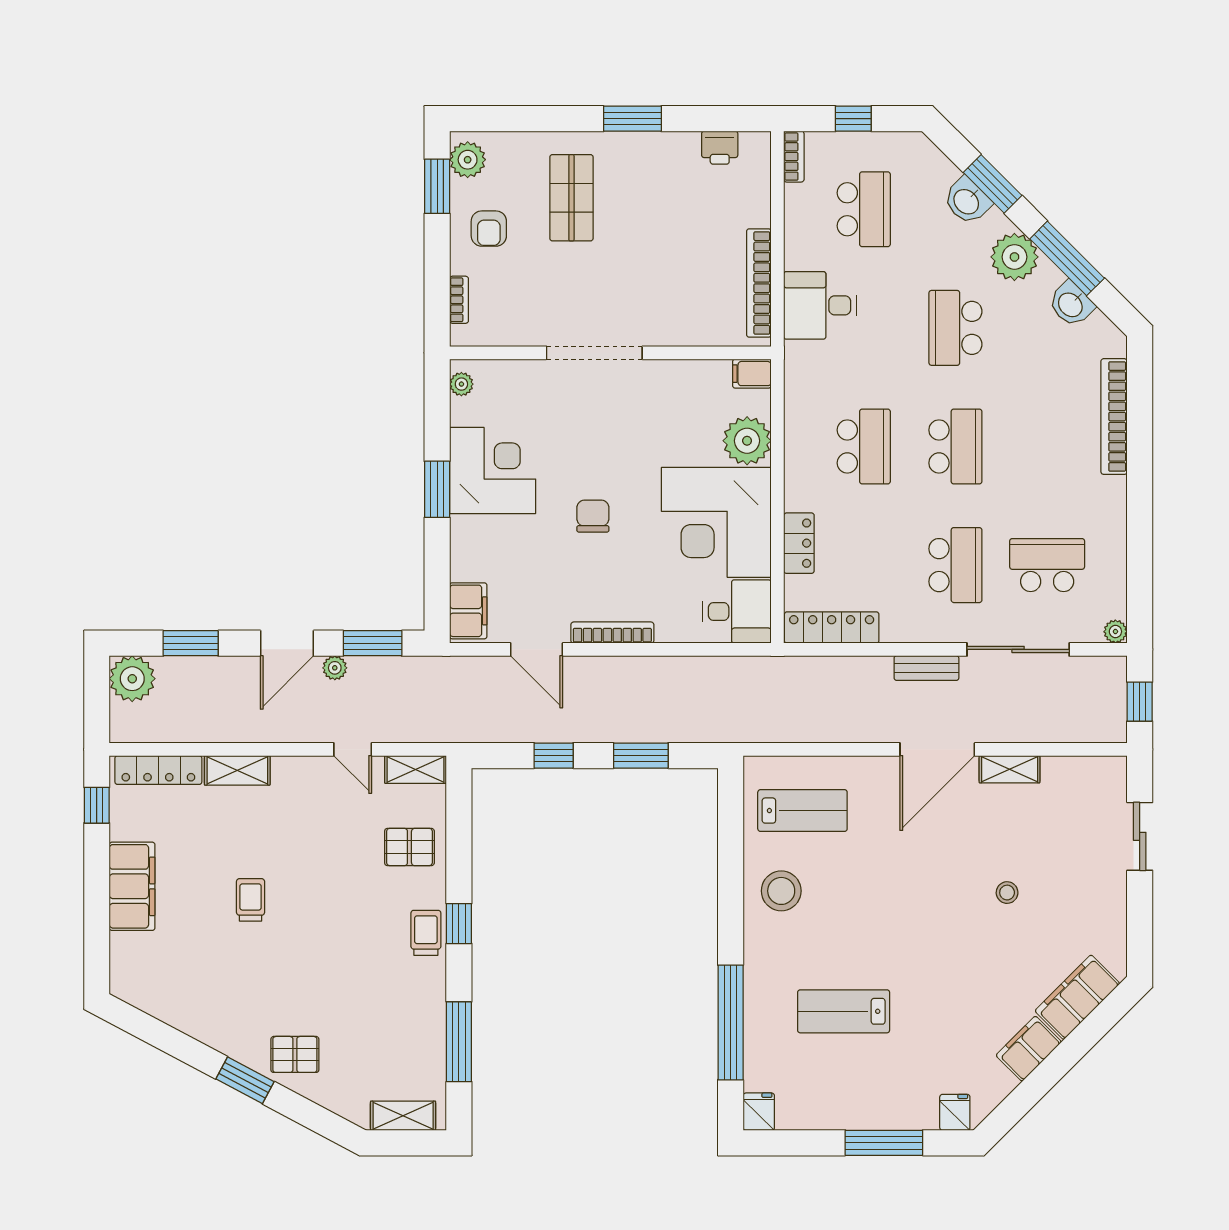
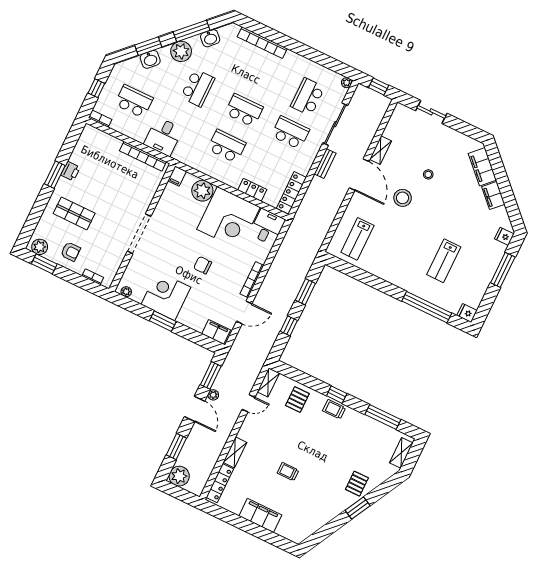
printer: (720, 148) -> (70, 171), moved
school desk: (955, 328) -> (198, 88), turned -90
window: (97, 805) -> (222, 514), removed
lab bench: (802, 811) -> (357, 239), turned 180
stool: (781, 891) -> (403, 198), moved

